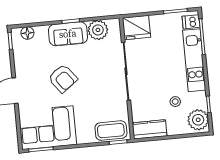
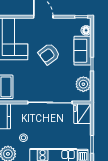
sofa: (68, 34) -> (83, 51), moved

